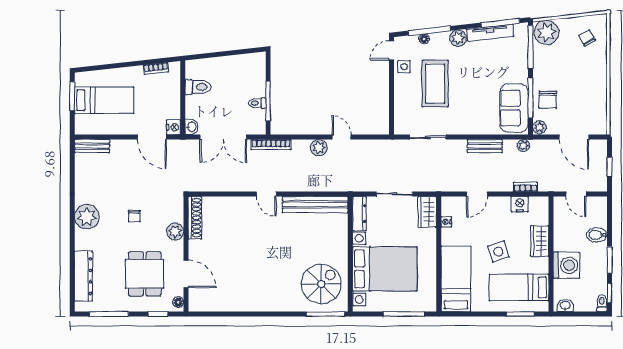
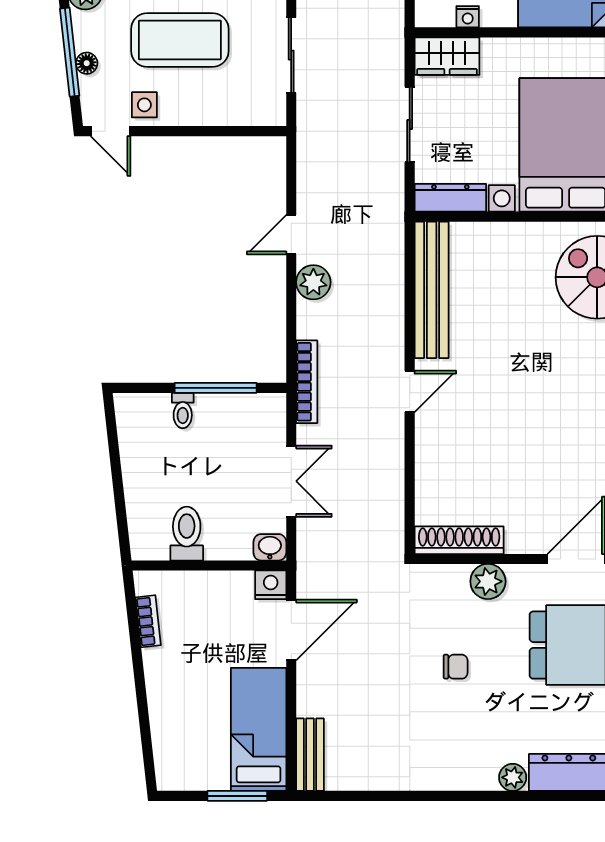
window: (72, 96) -> (237, 796), moved
bed: (104, 100) -> (259, 729), moved
toilet: (257, 103) -> (183, 410), moved
double door: (223, 137) -> (291, 481), width x0.73
plant: (87, 217) -> (513, 777), moved, width x0.53, depth x0.53

